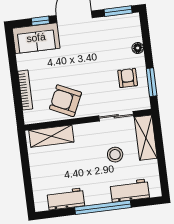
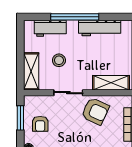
sliding door: (116, 116) -> (68, 93), moved
workbench: (66, 199) -> (100, 28), width x1.38

